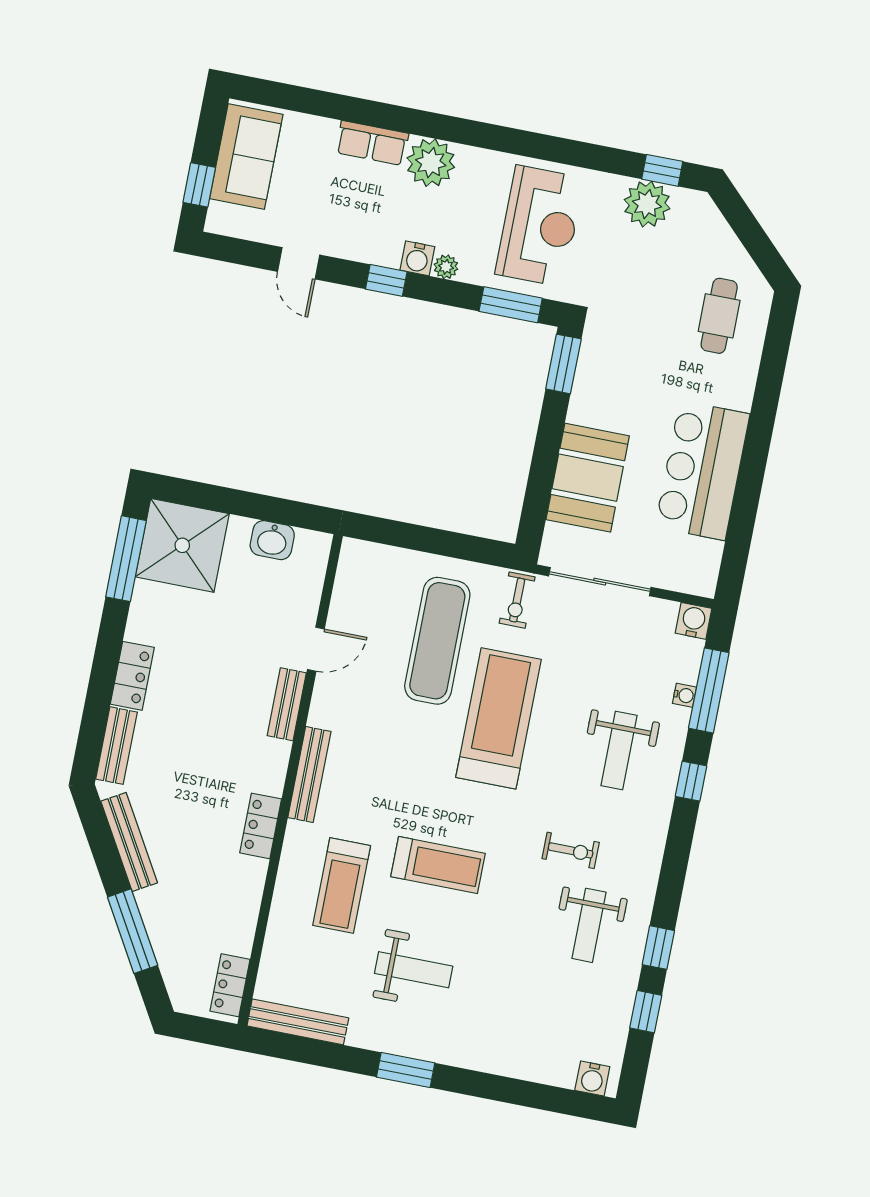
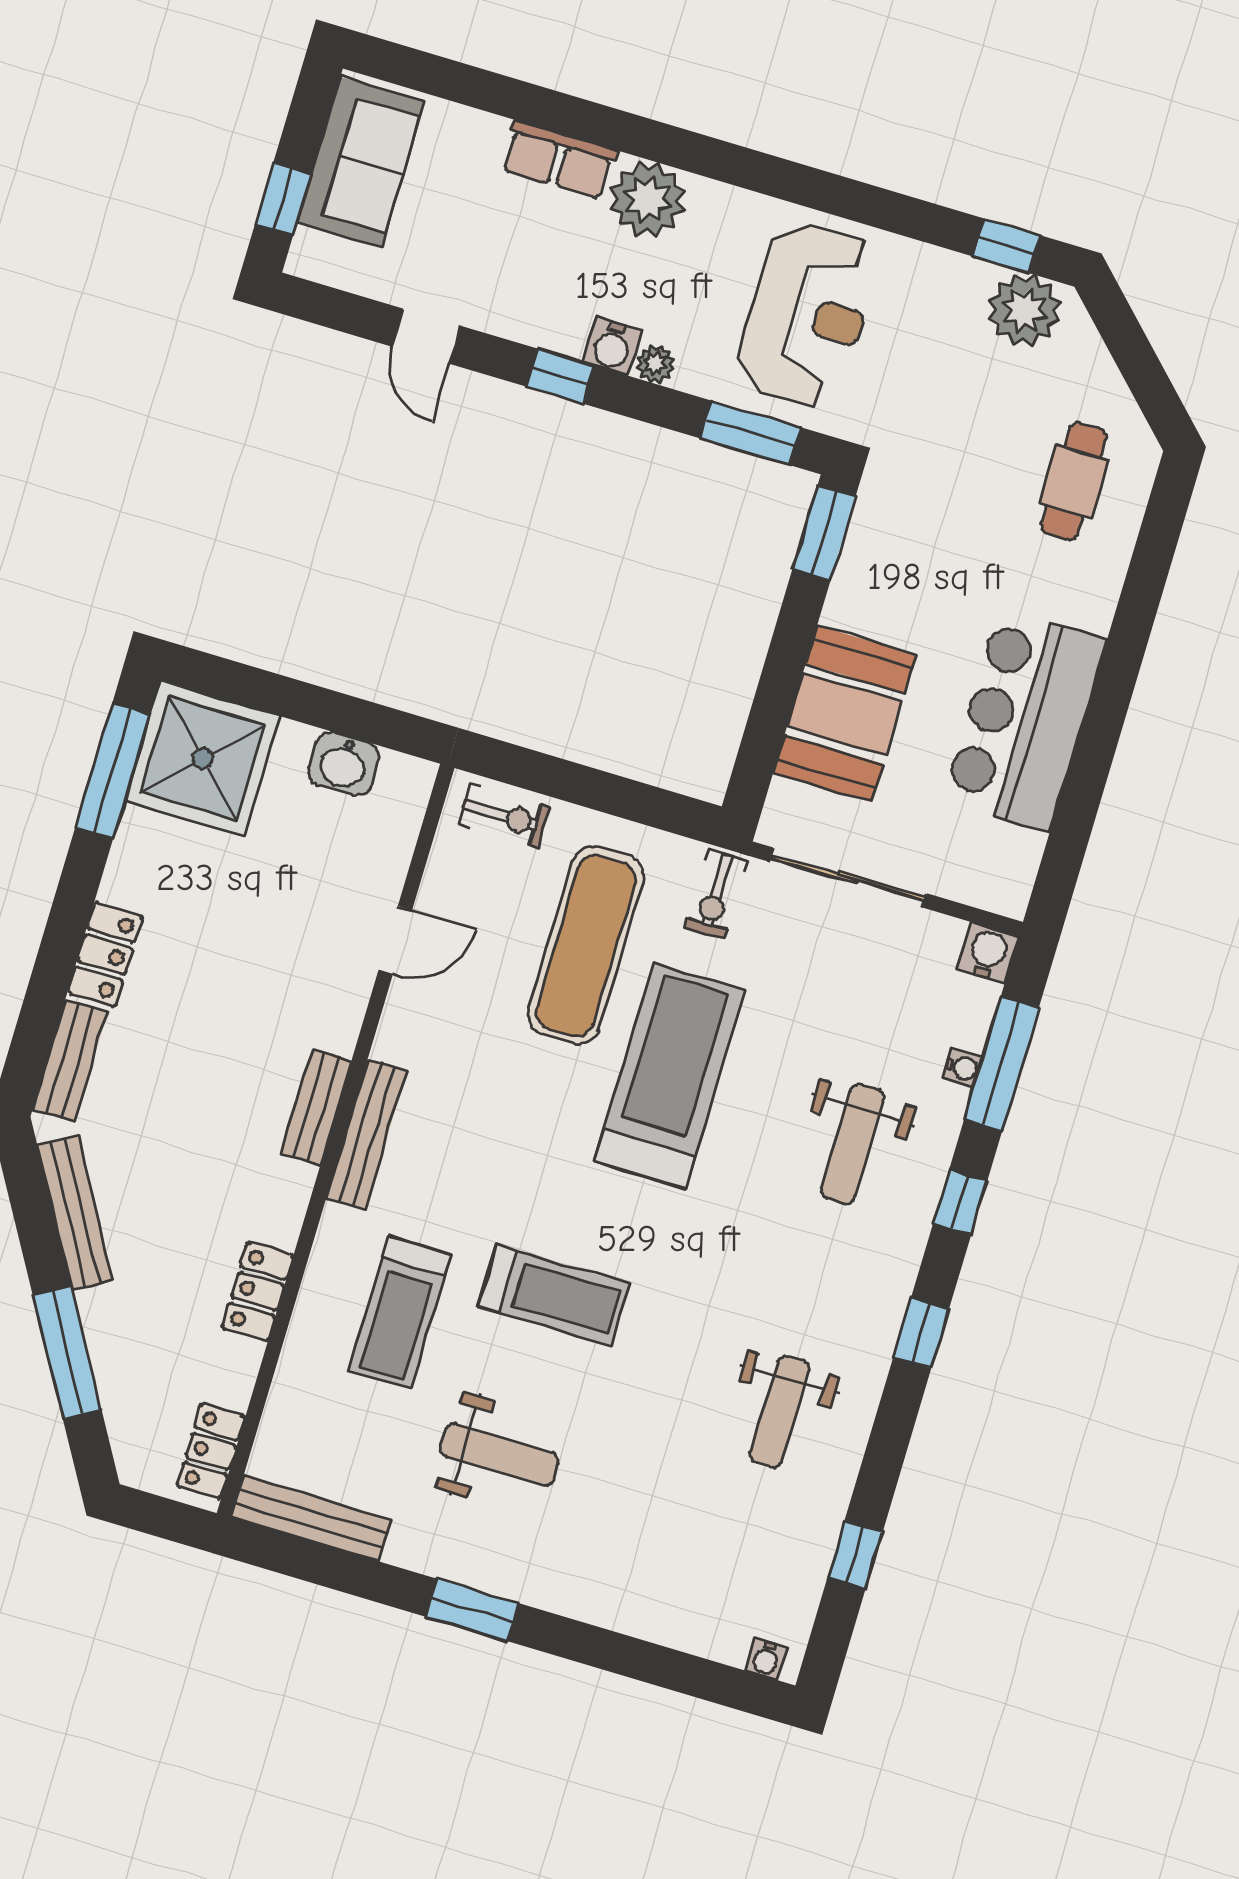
plant: (647, 204) -> (1025, 310), moved
bench: (287, 704) -> (316, 1107), moved
locker: (261, 826) -> (258, 1291), moved
exercise bike: (571, 850) -> (504, 816), moved
window: (658, 948) -> (921, 1333), moved
water cooler: (592, 1079) -> (766, 1659), width x0.72, depth x0.72

